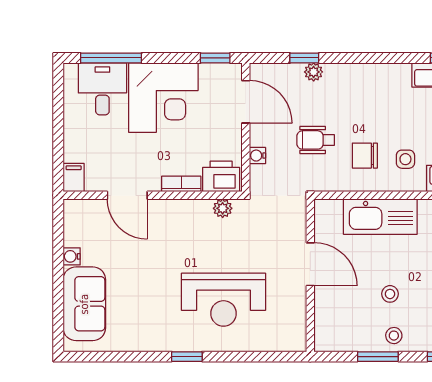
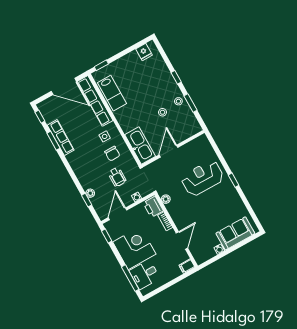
kitchen sink: (380, 217) -> (140, 146), moved
reception desk: (224, 300) -> (202, 178), turned -90

